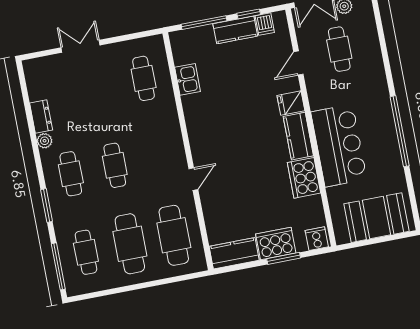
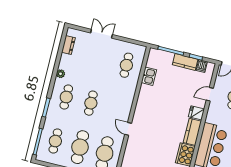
dresser: (41, 117) -> (68, 45), moved
door: (193, 179) -> (128, 129), swing flipped

